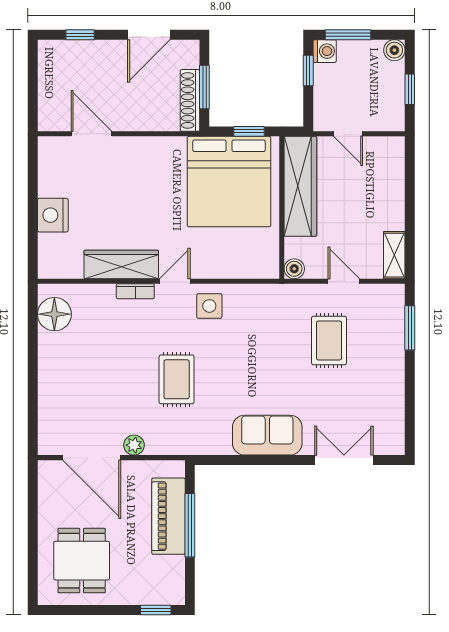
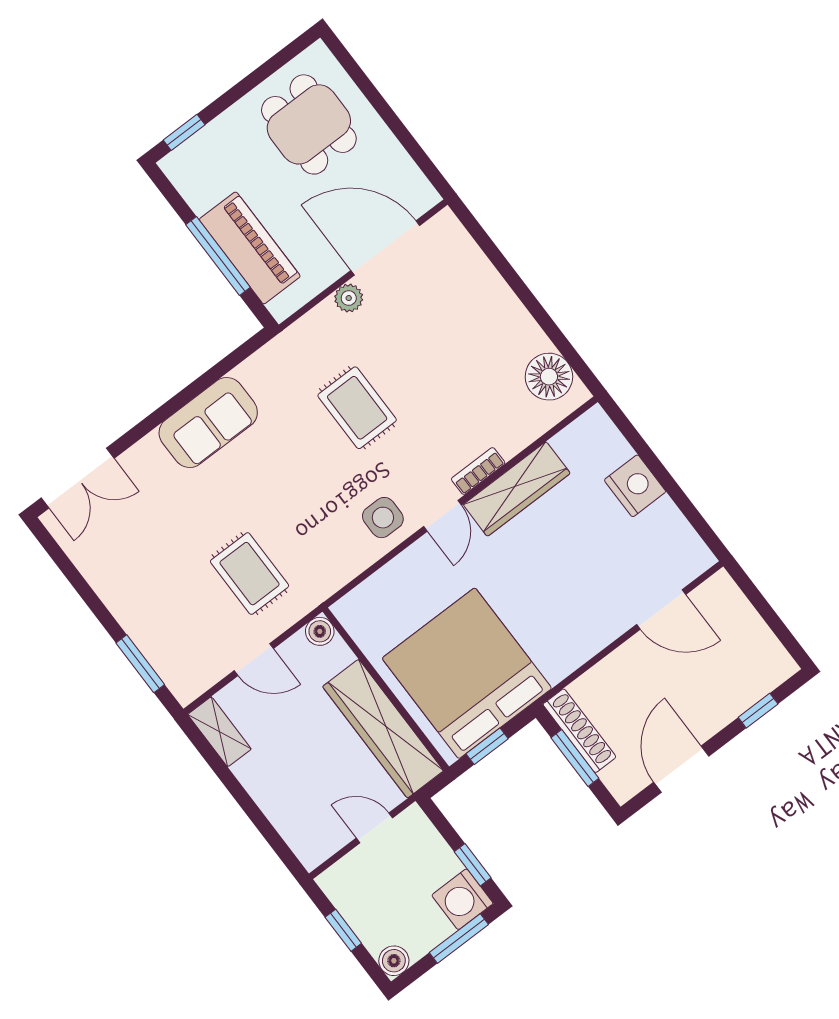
washing machine: (325, 51) -> (462, 899), width x1.38, depth x1.38
rug: (329, 340) -> (250, 574), moved
double door: (344, 460) -> (78, 478), moved

